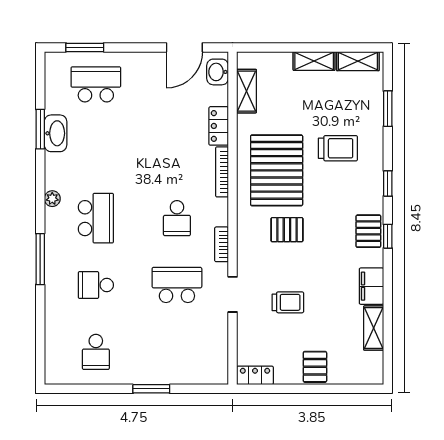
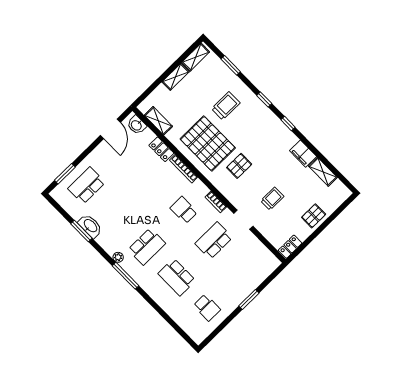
school desk: (96, 218) -> (147, 247), turned 90
school desk: (177, 218) -> (184, 210), turned 180
pallet: (368, 231) -> (277, 130), removed
window: (40, 259) -> (125, 276), moved
school desk: (96, 285) -> (177, 277), width x1.85
pallet: (315, 367) -> (314, 216), turned 90

